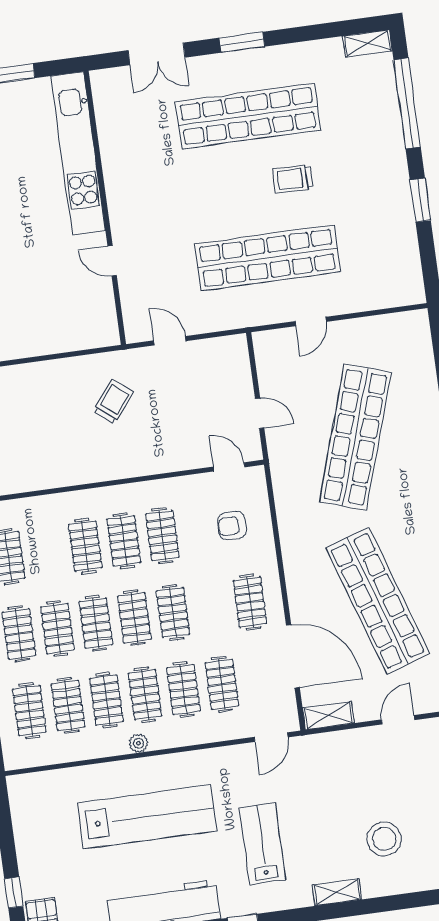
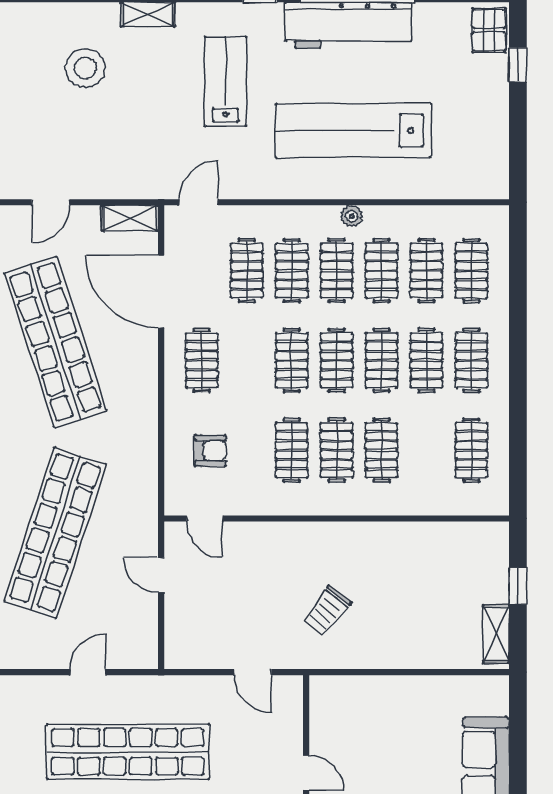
lab bench: (262, 844) -> (226, 81), turned 180

